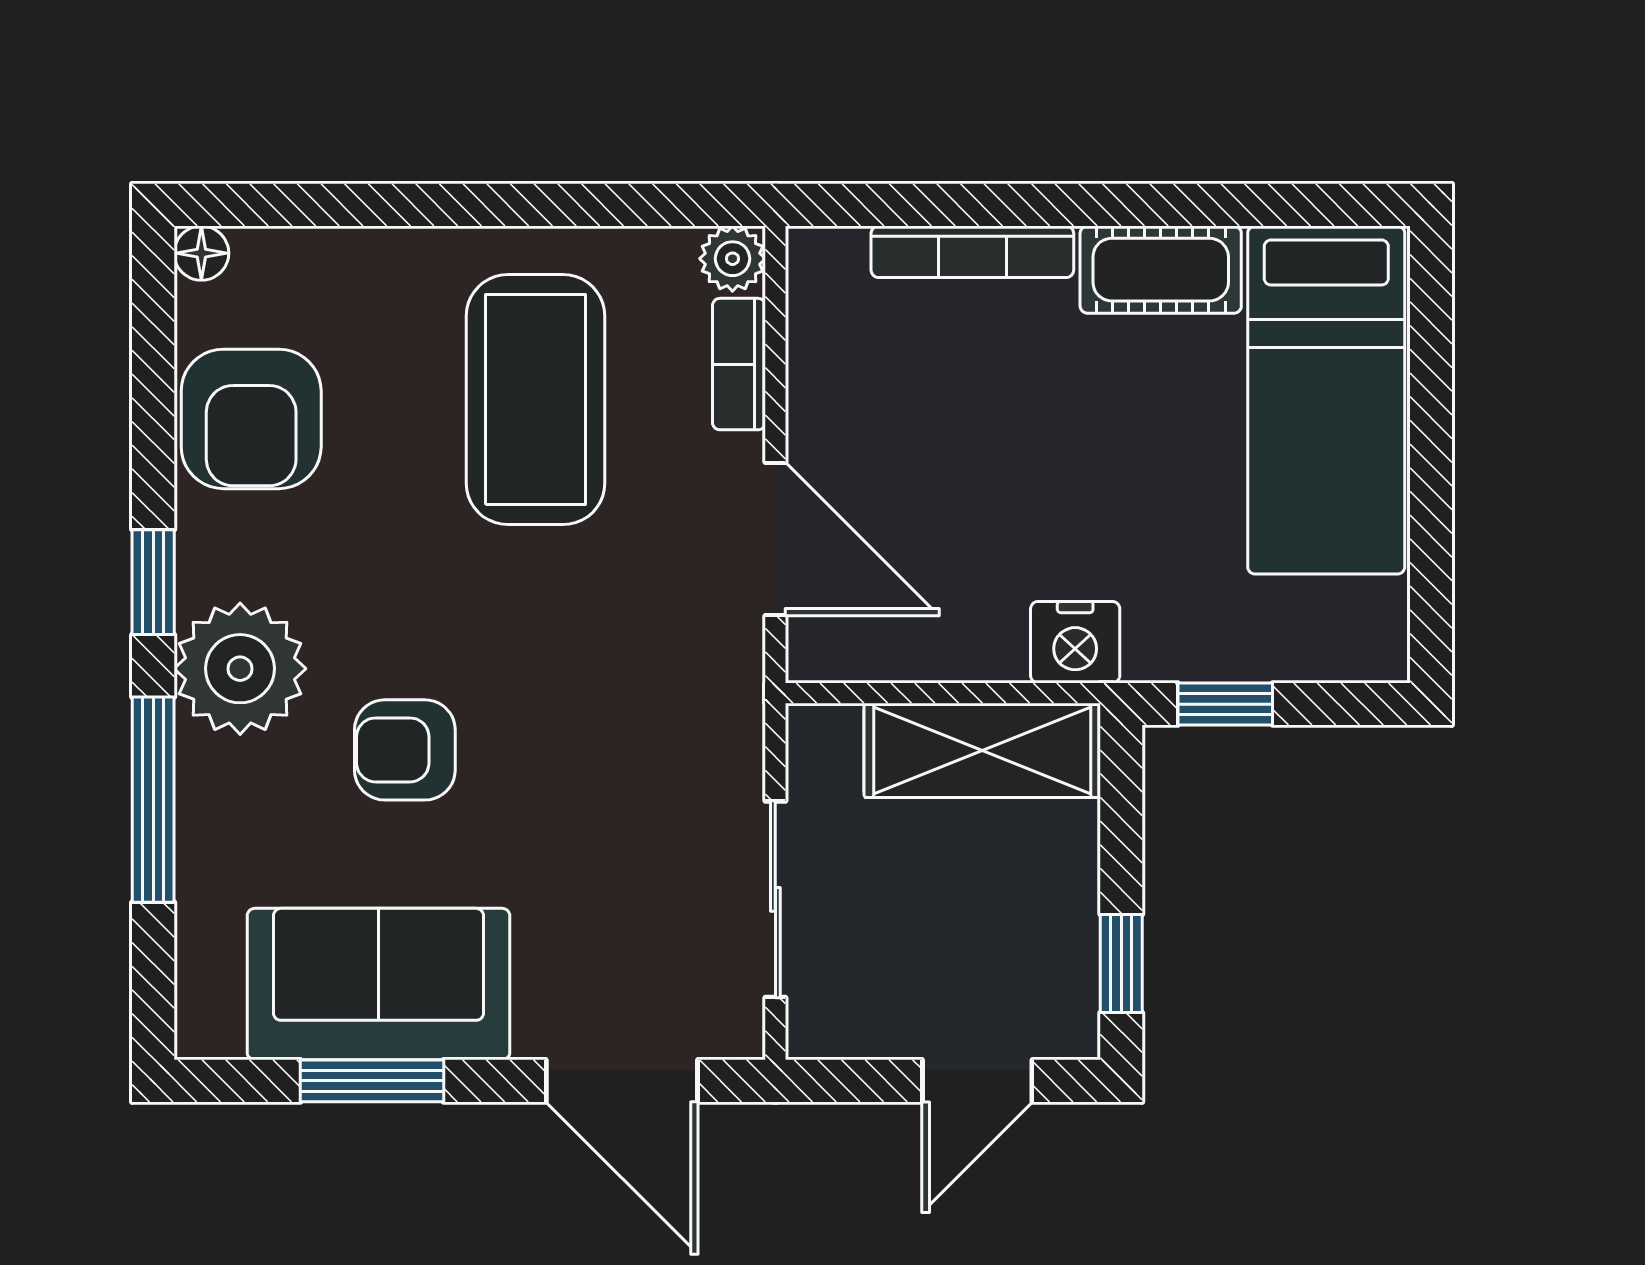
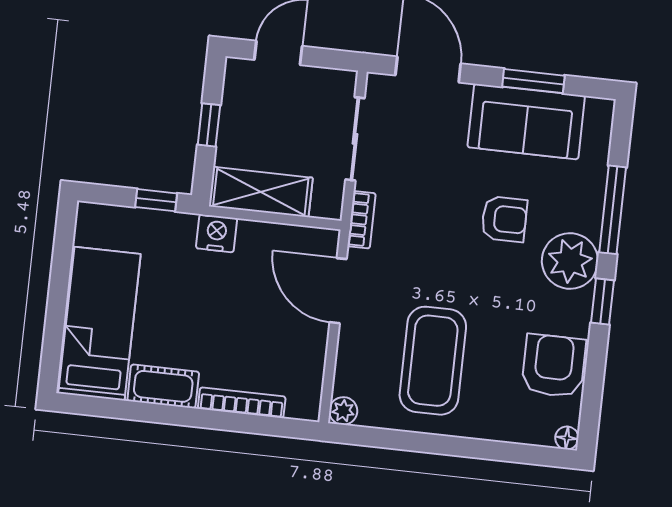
bookcase: (739, 364) -> (362, 220), moved
window: (1121, 963) -> (209, 125), moved

